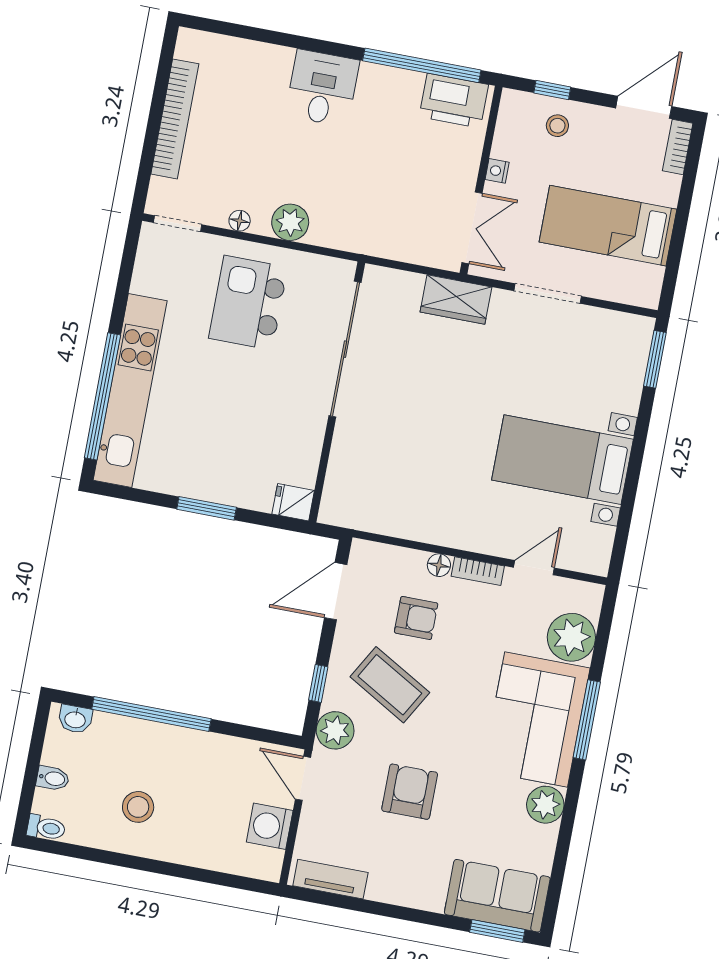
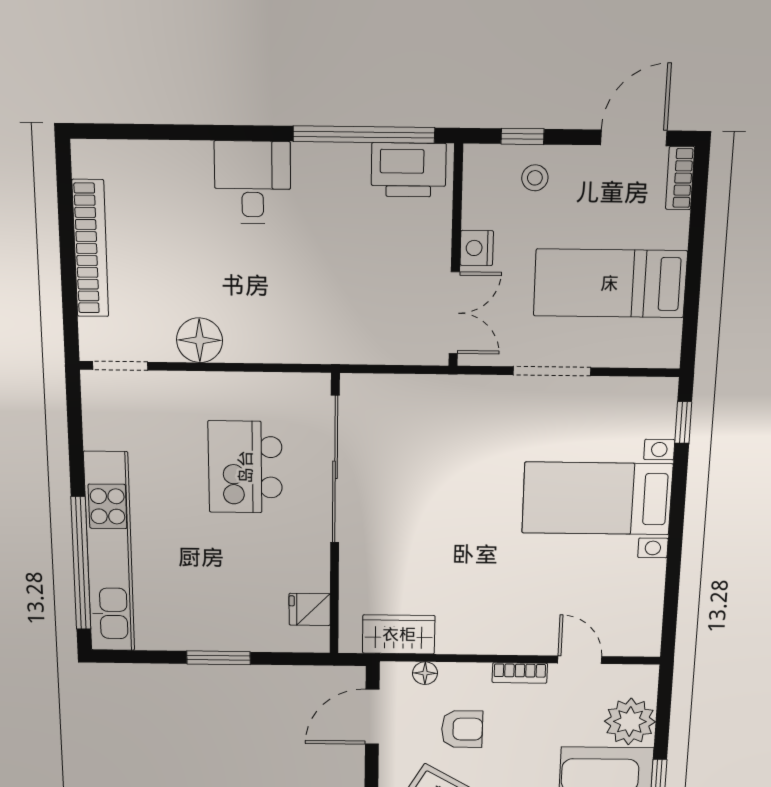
nightstand: (497, 171) -> (477, 248), width x1.39, depth x1.35
floor lamp: (240, 221) -> (200, 340), width x1.89, depth x1.89
plant: (290, 222) -> (246, 342), removed
wardrobe: (456, 300) -> (399, 634), moved, turned 180
kitchen island: (248, 303) -> (245, 467), moved
window: (655, 359) -> (683, 422), width x0.67
bed with nightstands: (562, 460) -> (597, 498), moved
fridge: (293, 502) -> (310, 609), moved
floor lamp: (439, 565) -> (425, 673), moved
door: (534, 568) -> (580, 660), hinge flipped

